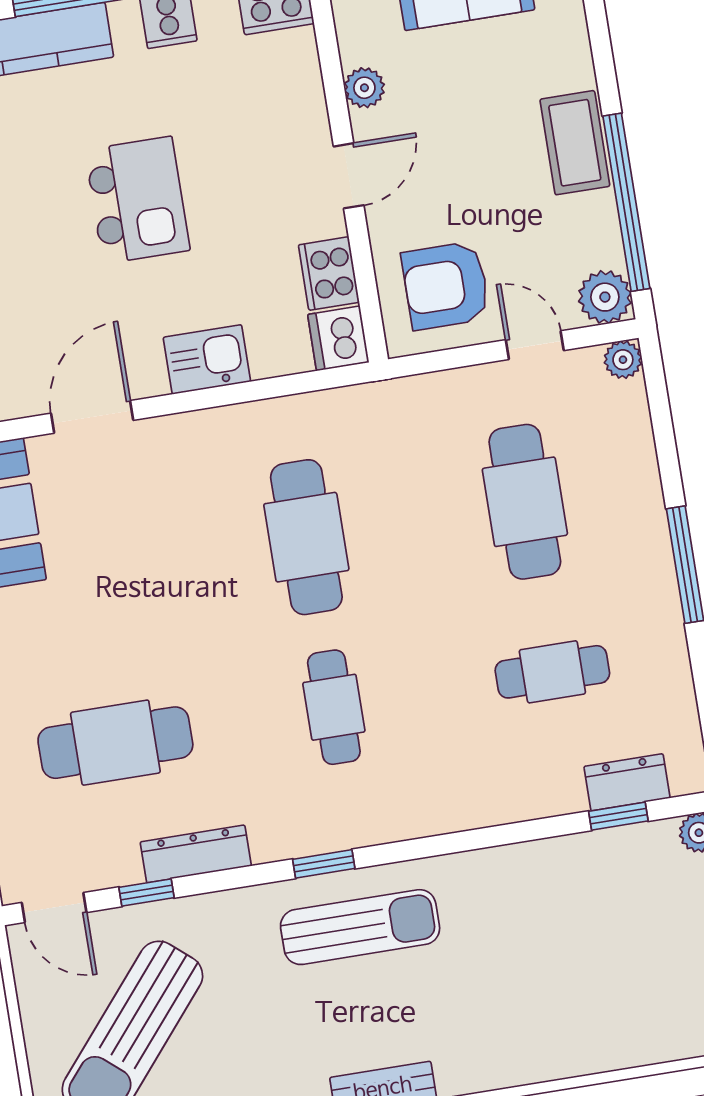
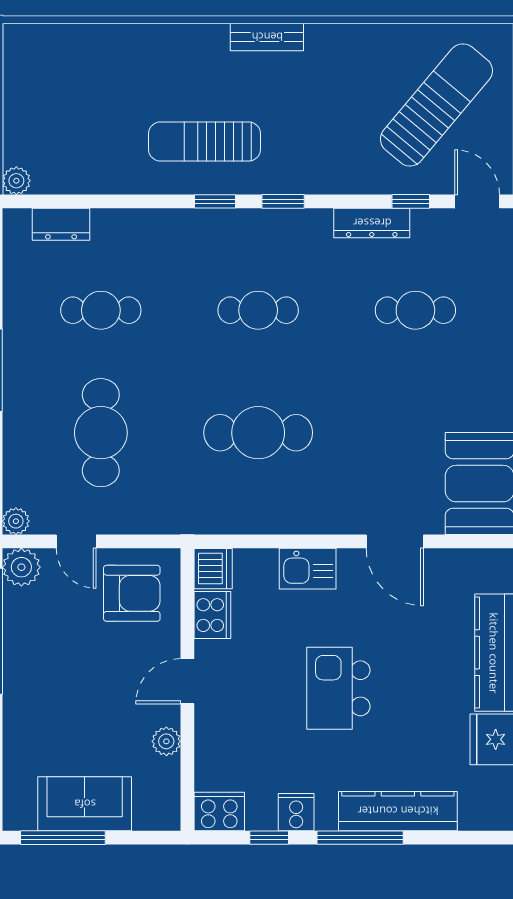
coffee table: (575, 143) -> (25, 679), removed
door: (92, 417) -> (395, 541), hinge flipped
cafe table: (306, 537) -> (258, 433), turned 90
cafe table: (334, 707) -> (258, 310), turned 90
cafe table: (115, 743) -> (415, 310), width x0.73, depth x0.74
window: (618, 816) -> (215, 201), moved
sun lounger: (360, 927) -> (205, 141), moved

